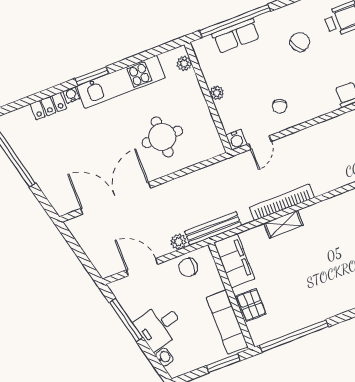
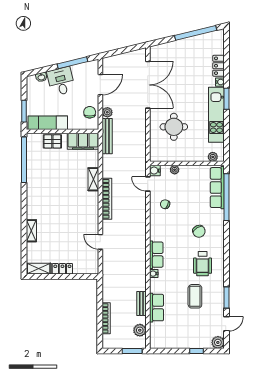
row of seats: (236, 36) -> (217, 188), width x1.48
plant: (217, 93) -> (175, 170), moved
bookcase: (282, 202) -> (107, 199), moved

